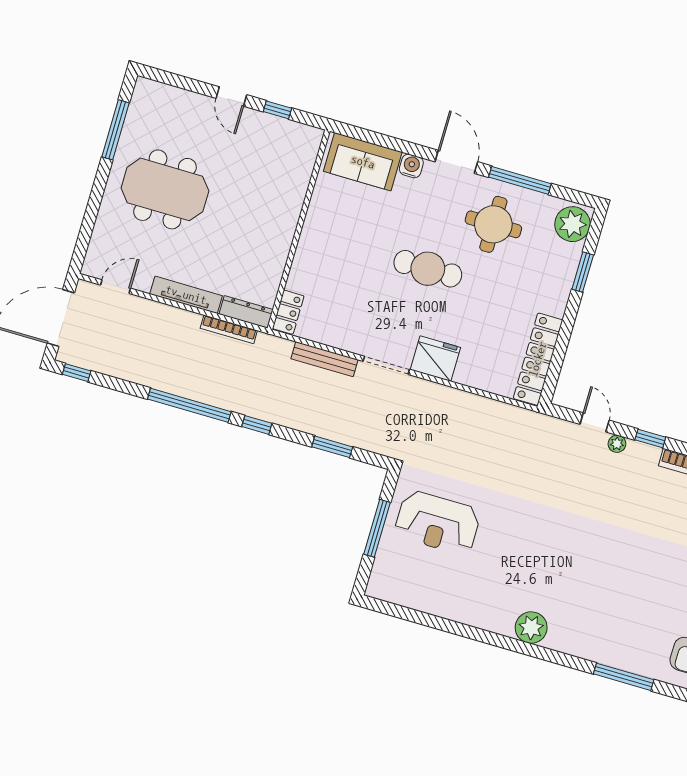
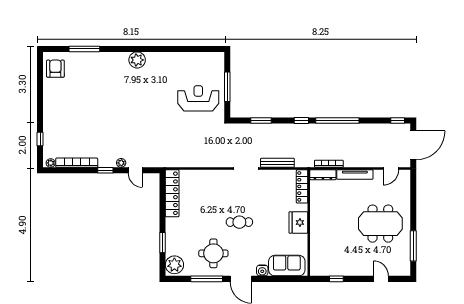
door: (231, 96) -> (381, 279), moved
cafe table: (428, 269) -> (239, 222), width x0.73, depth x0.74
locker: (288, 312) -> (302, 186), width x1.53
fridge: (435, 359) -> (298, 222), moved, turned 90

